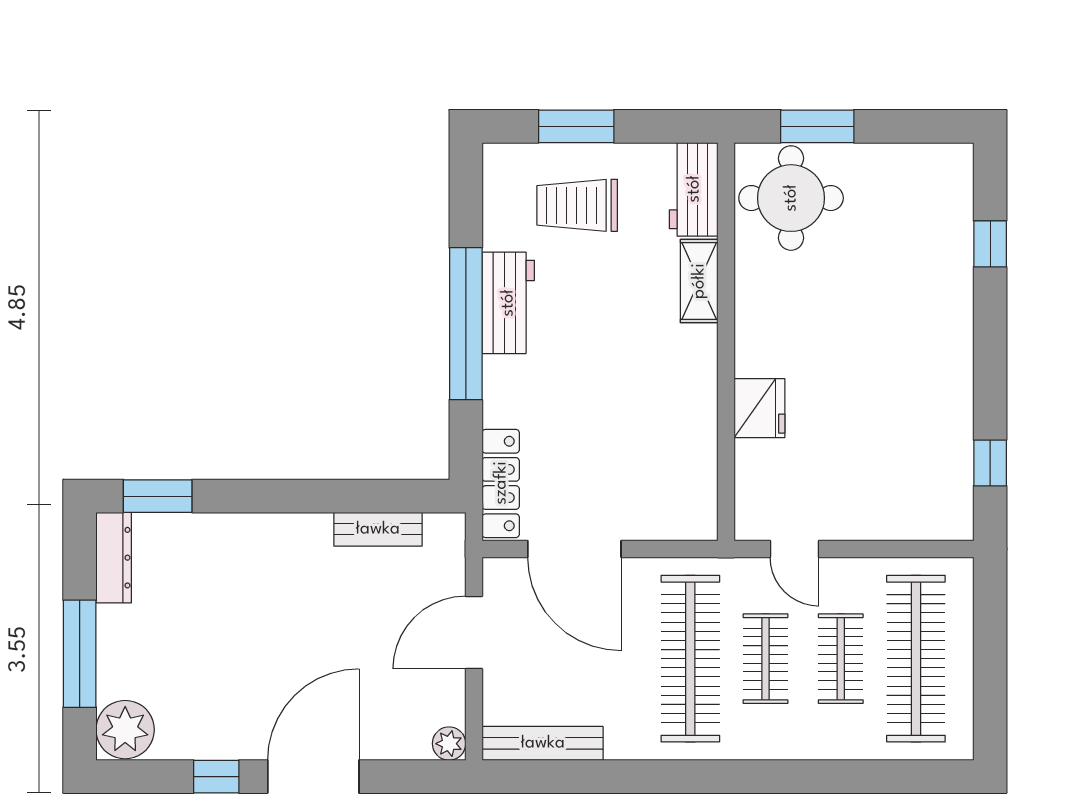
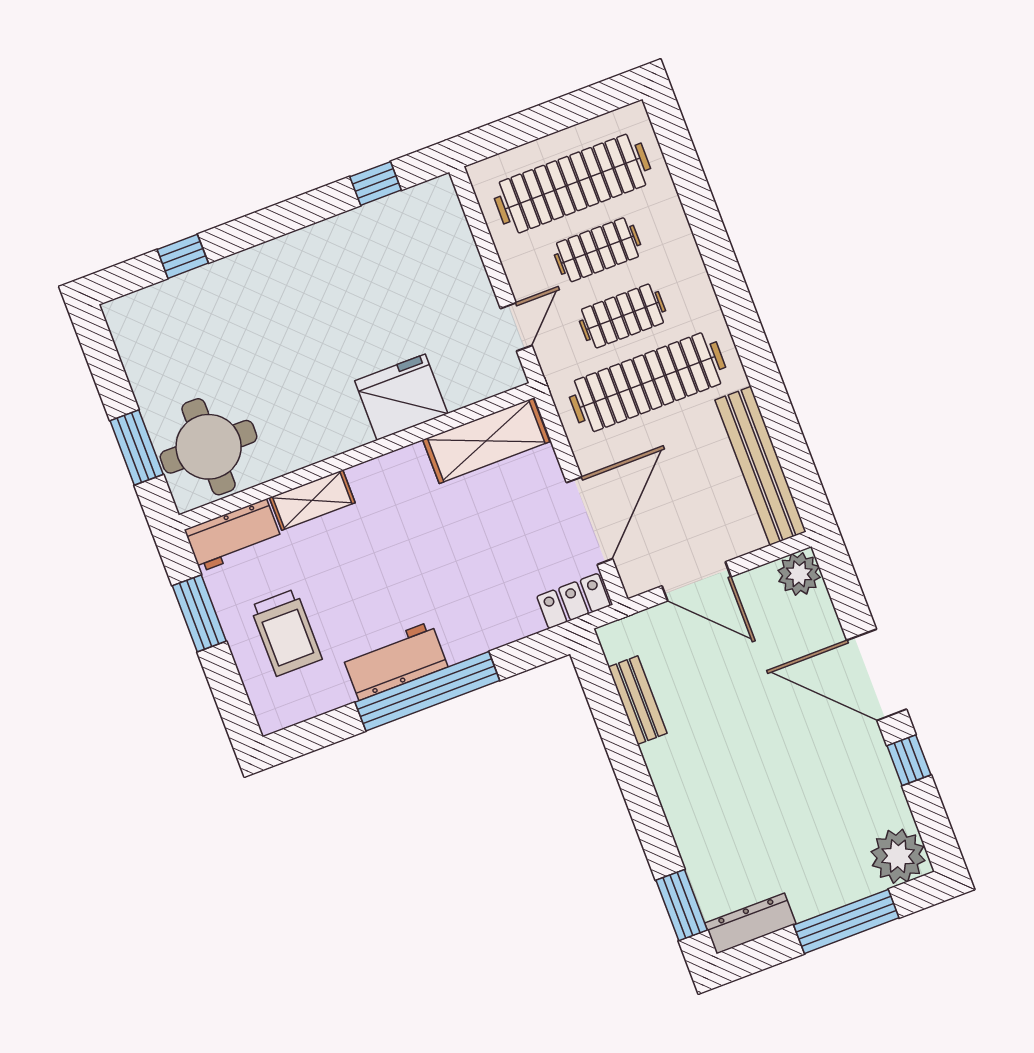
window: (576, 126) -> (199, 613), moved
fridge: (759, 408) -> (401, 397), width x1.36, depth x1.34
shelving: (693, 476) -> (486, 441), added
locker: (501, 483) -> (574, 601), width x0.66
bench: (543, 743) -> (761, 466), width x1.37, depth x1.21
plant: (449, 744) -> (799, 574), width x1.38, depth x1.38

